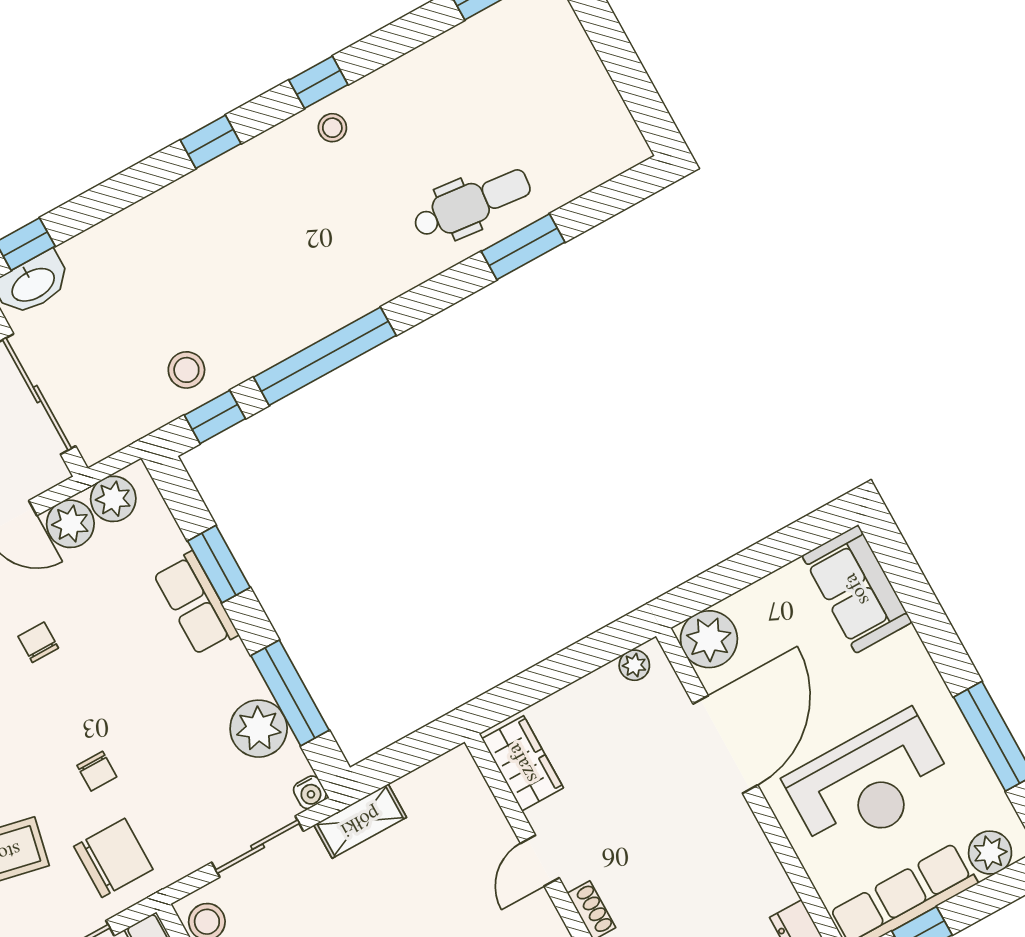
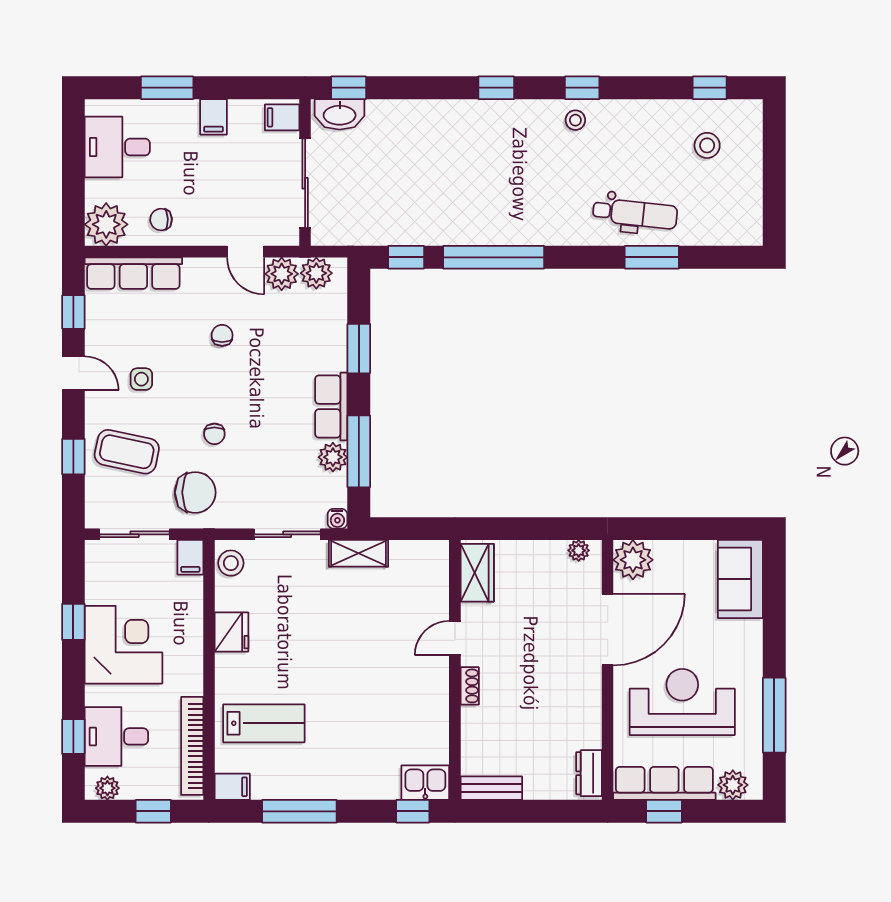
stool: (186, 370) -> (707, 145), moved
row of seats: (196, 604) -> (331, 406), moved
plant: (259, 729) -> (333, 457), width x0.73, depth x0.73
reception desk: (869, 783) -> (682, 702), turned 180

